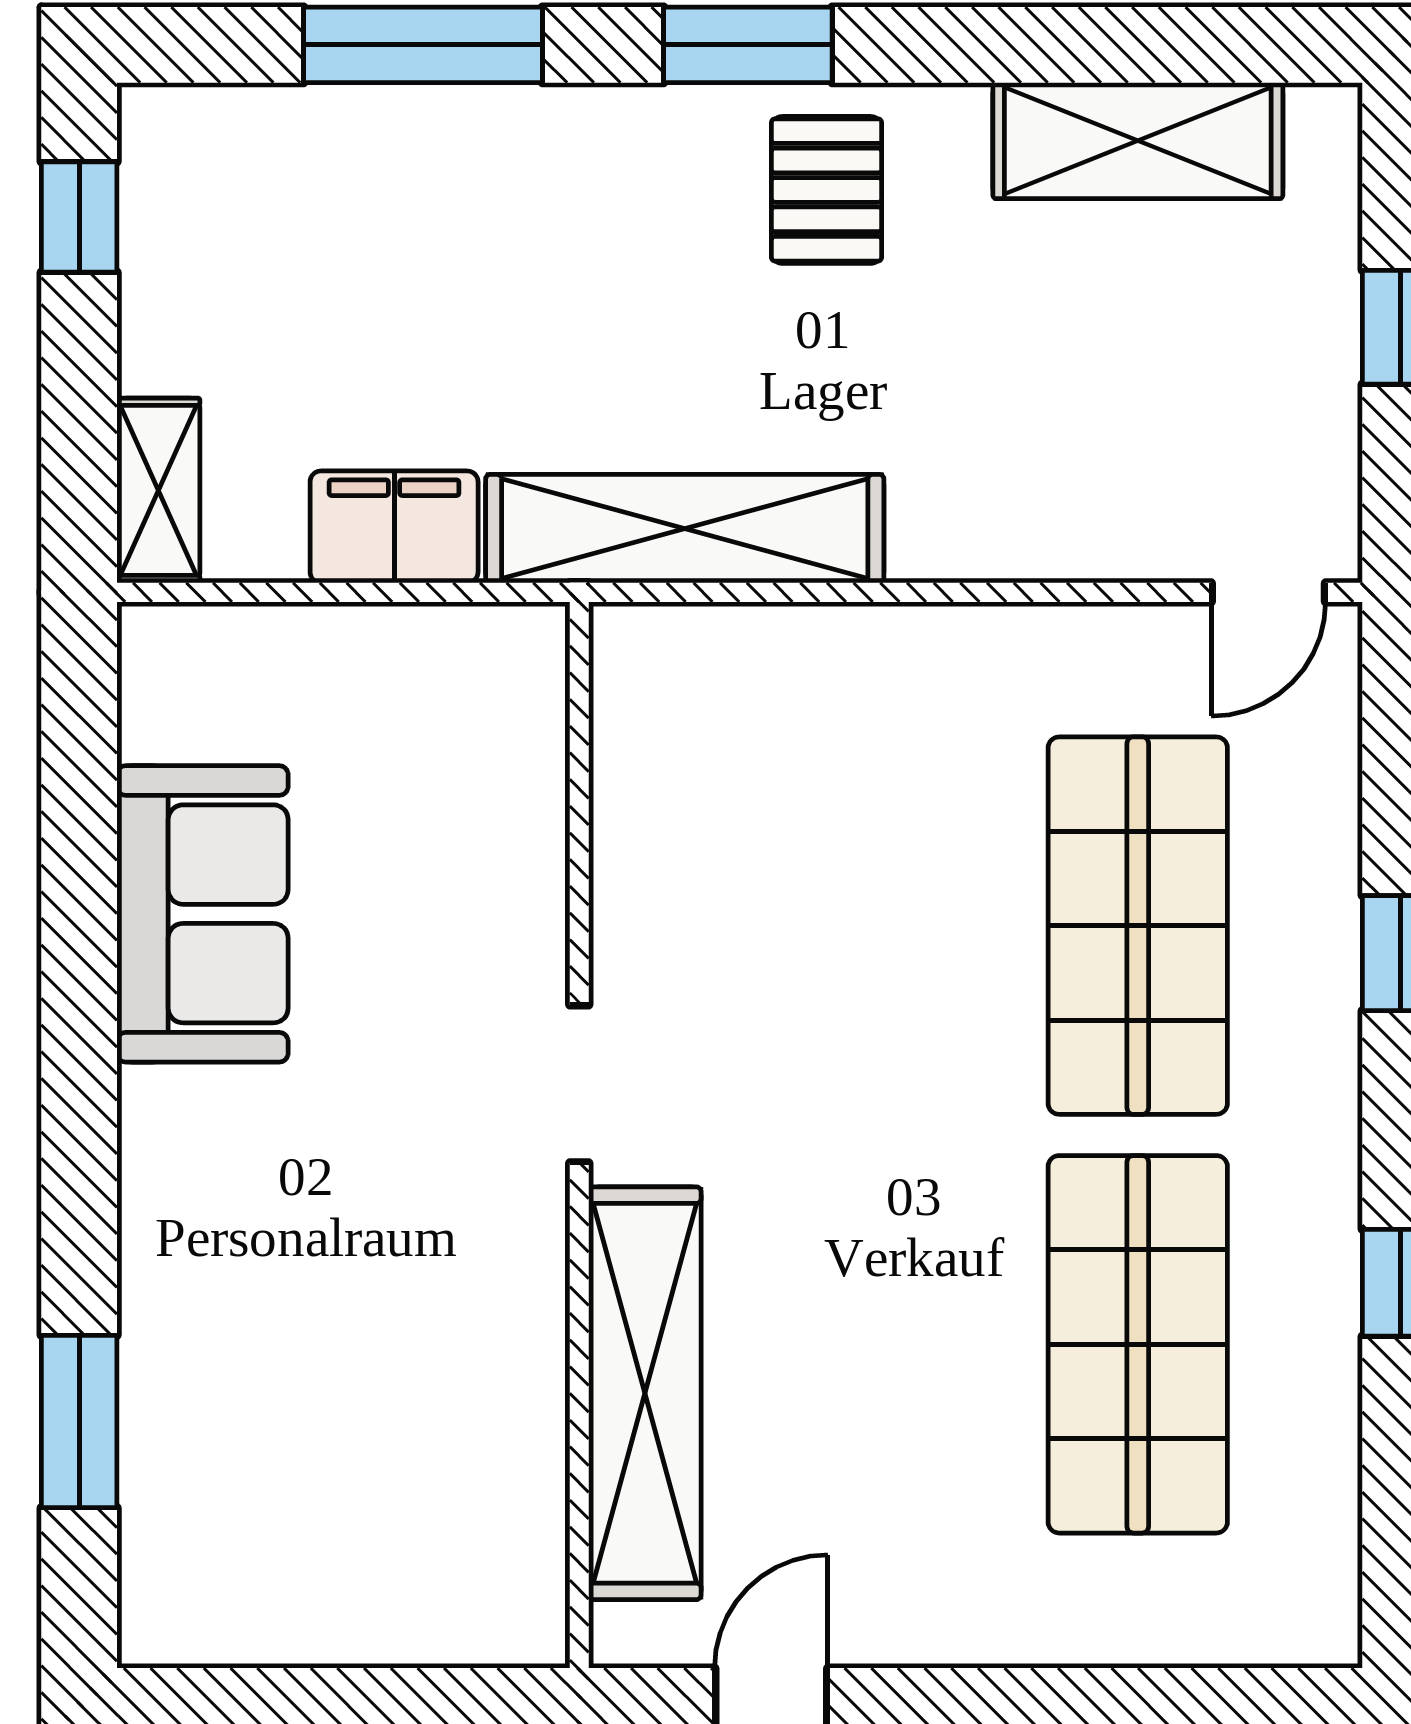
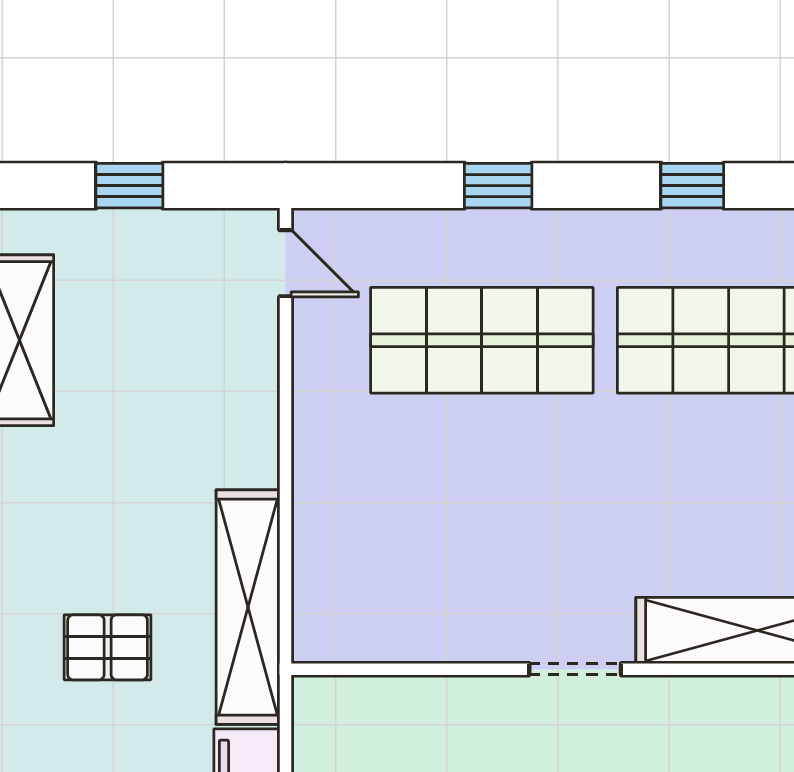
pallet: (827, 190) -> (108, 647), moved

